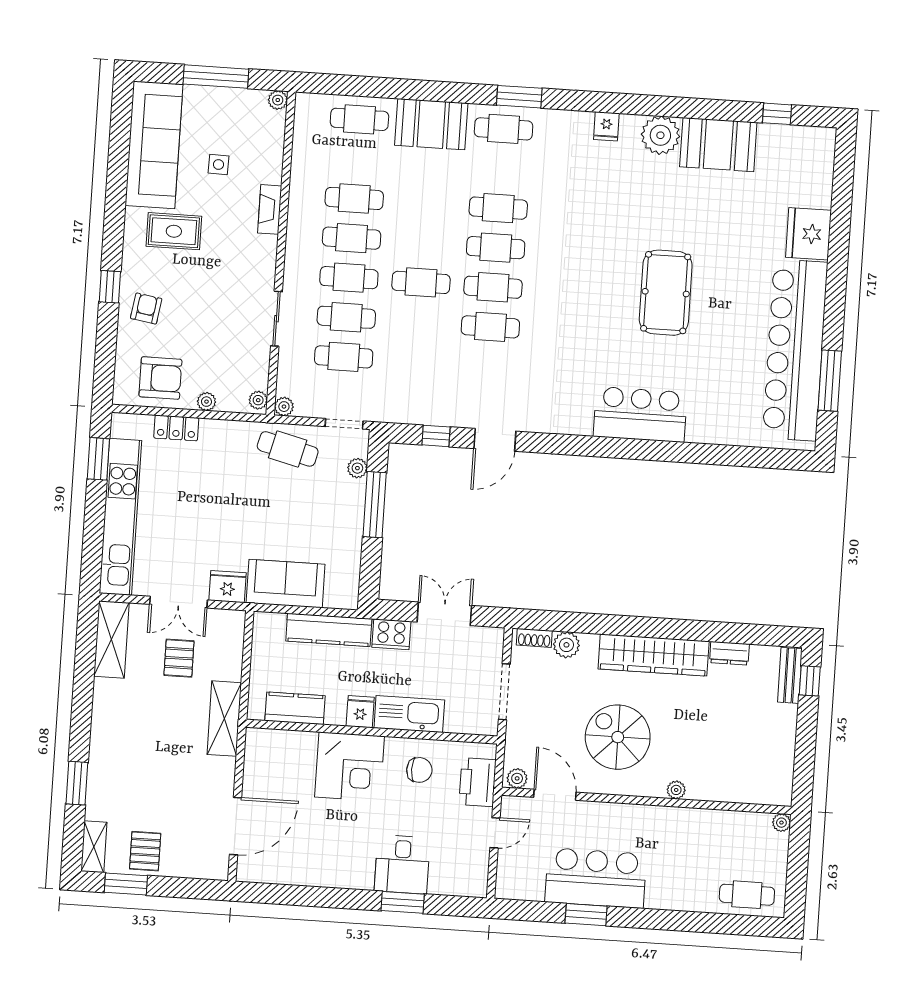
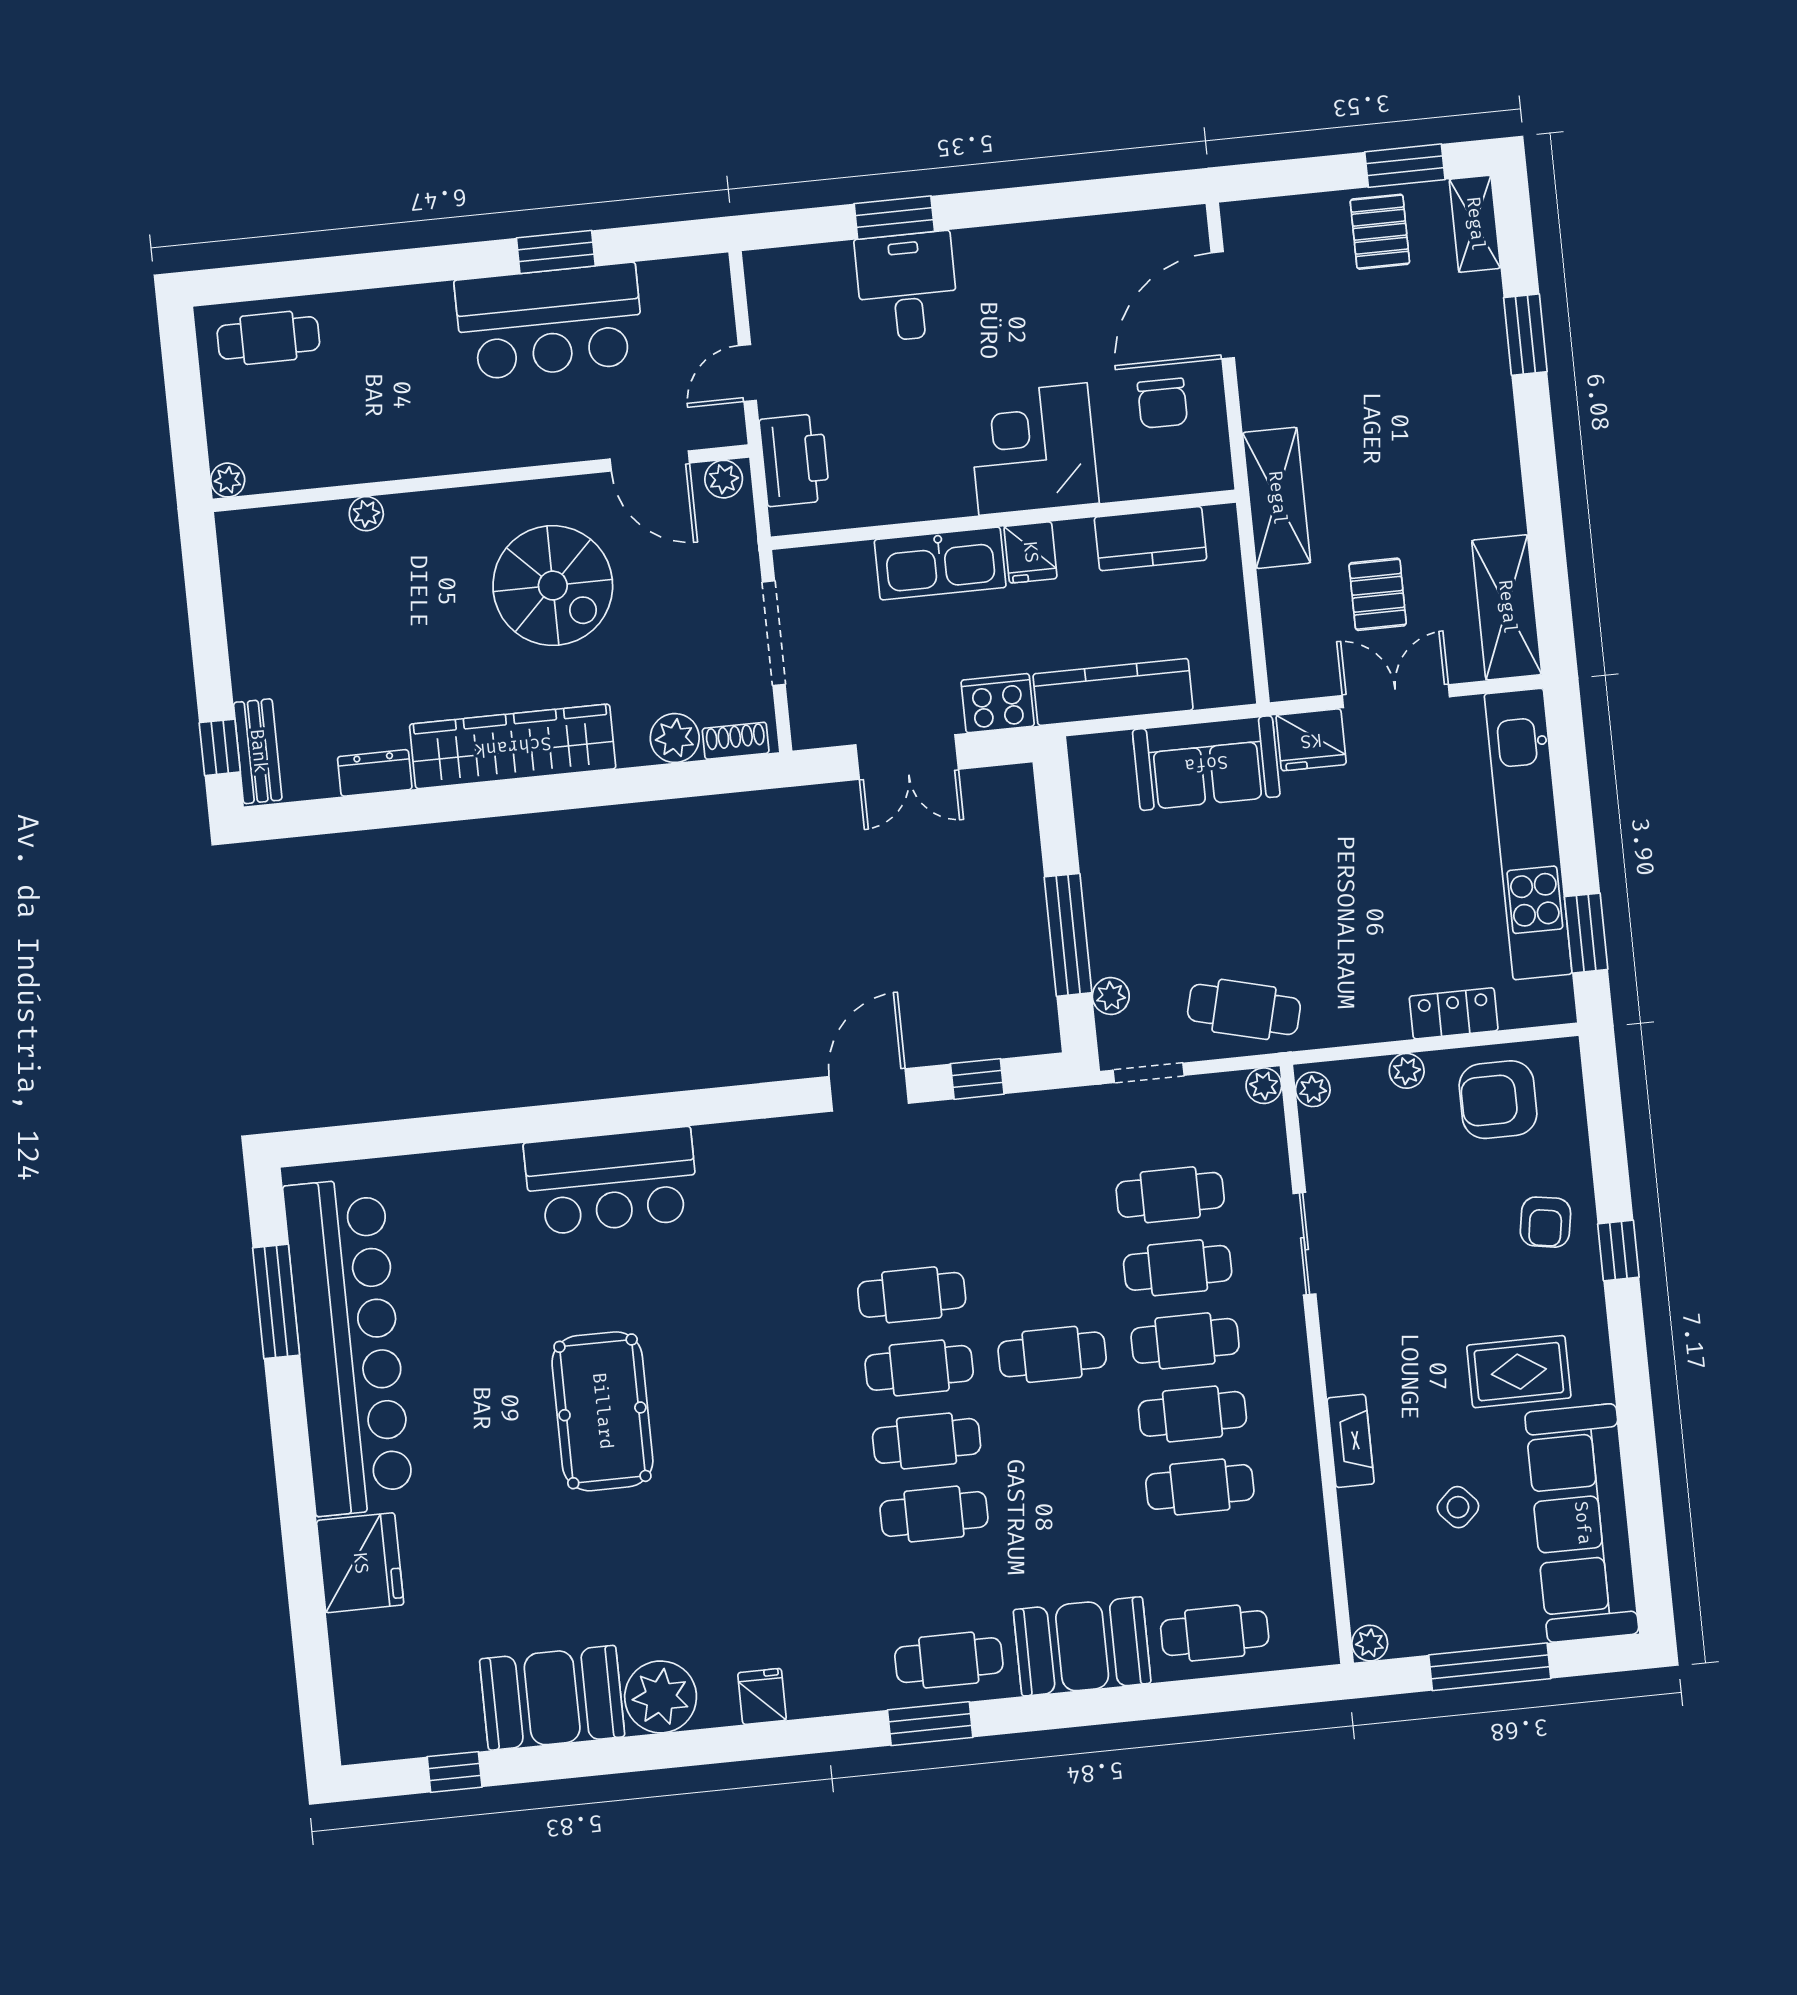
side table: (218, 164) -> (1458, 1507), turned 45
chair: (419, 770) -> (1162, 403), moved, turned -90
plant: (676, 790) -> (366, 514), moved

